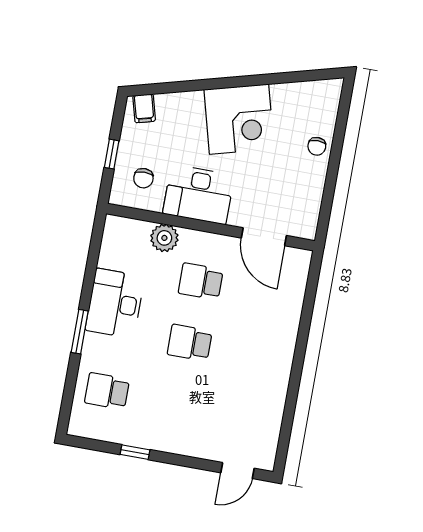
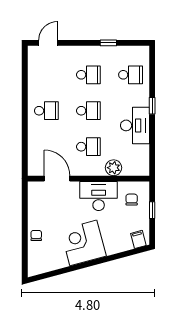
window: (80, 332) -> (152, 106), width x0.67
school desk: (261, 356) -> (46, 111), added
school desk: (179, 404) -> (88, 75), added

